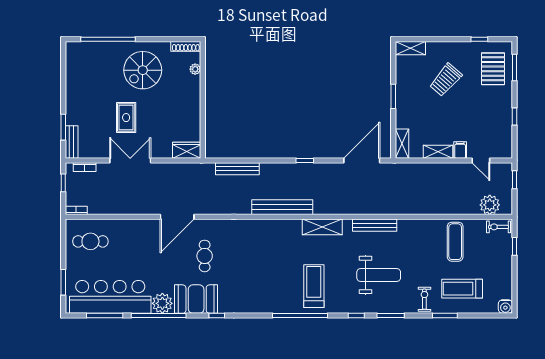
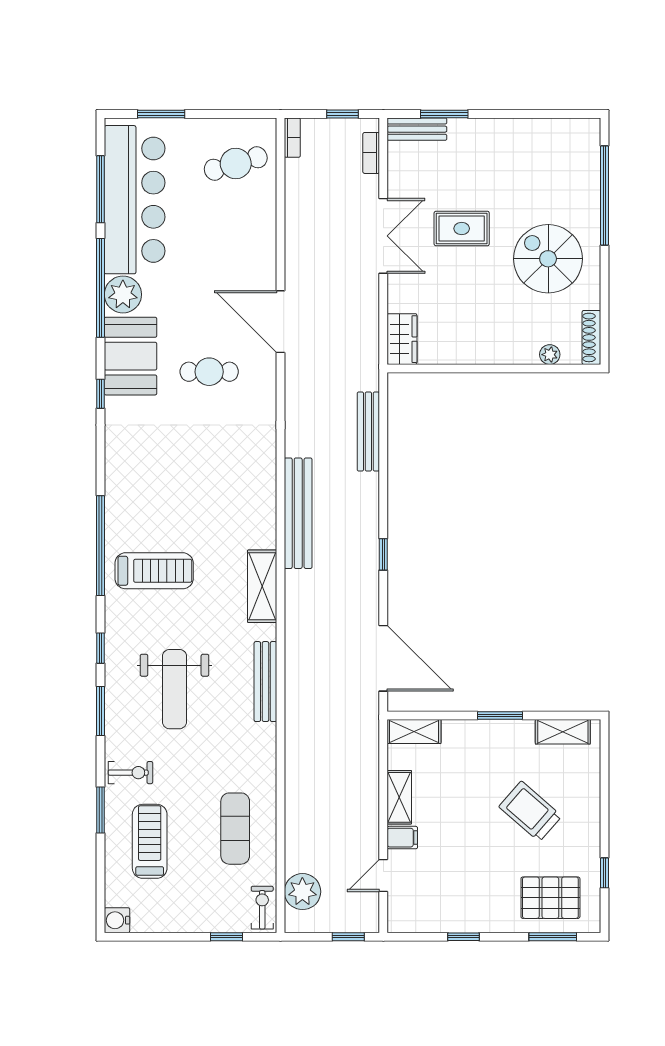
shelving: (410, 48) -> (563, 732), moved, turned 90
cafe table: (90, 241) -> (236, 163), turned 74
exercise mat: (455, 242) -> (235, 829), turned 90

